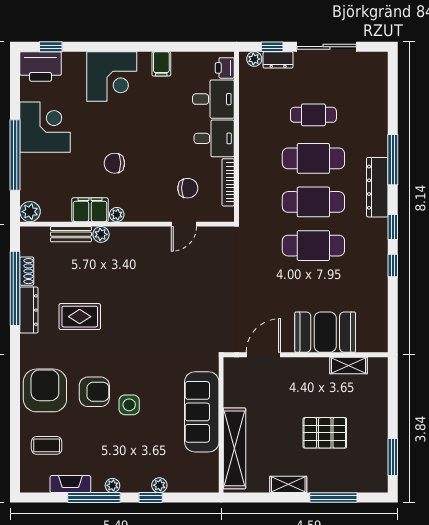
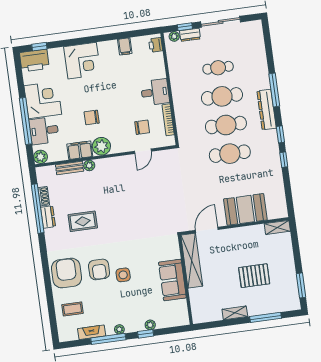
filing cabinet: (161, 64) -> (125, 46), moved
desk: (213, 99) -> (44, 131), moved, turned 180
plant: (117, 215) -> (101, 146), width x1.88, depth x1.88
dresser: (29, 310) -> (48, 217), width x0.70
shelving: (348, 365) -> (277, 227), moved
armchair: (94, 392) -> (99, 269), turned 90
sofa: (202, 412) -> (172, 280), width x0.73
shelving: (235, 448) -> (192, 261), moved

